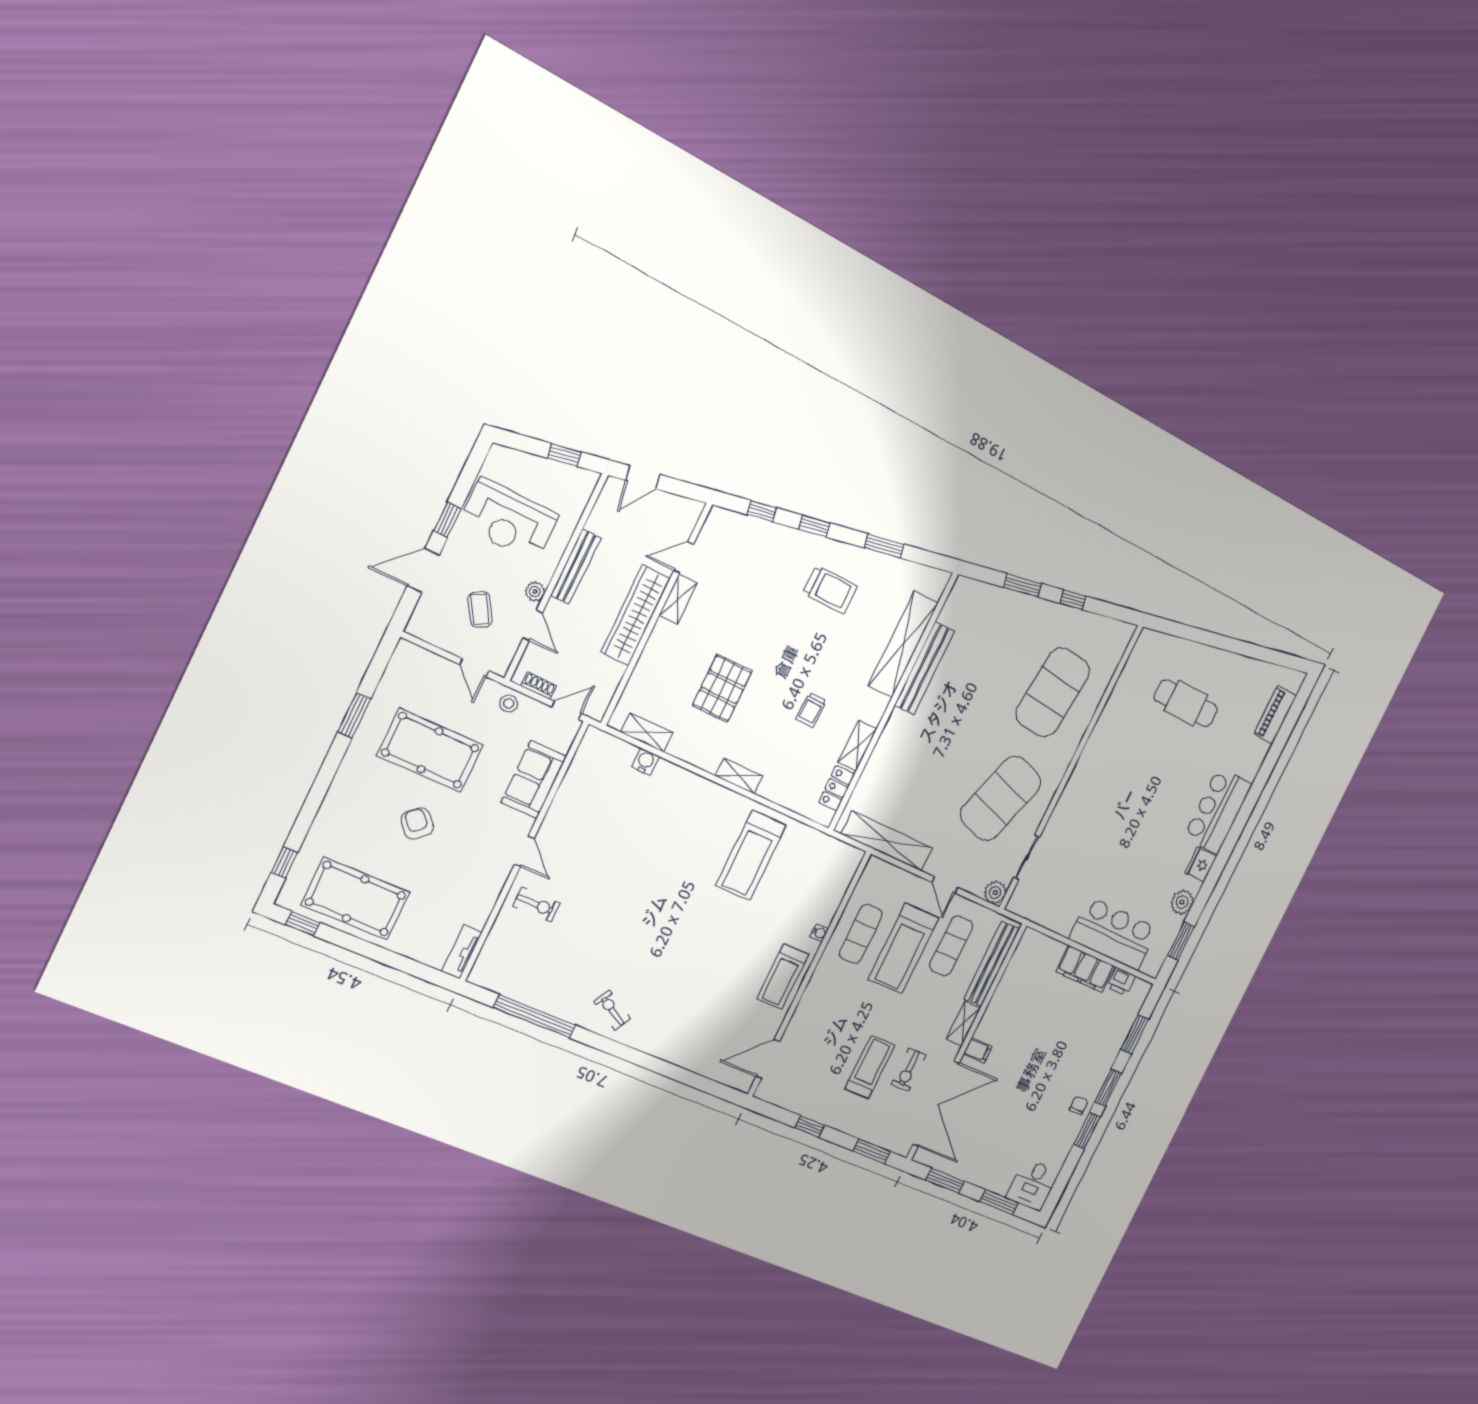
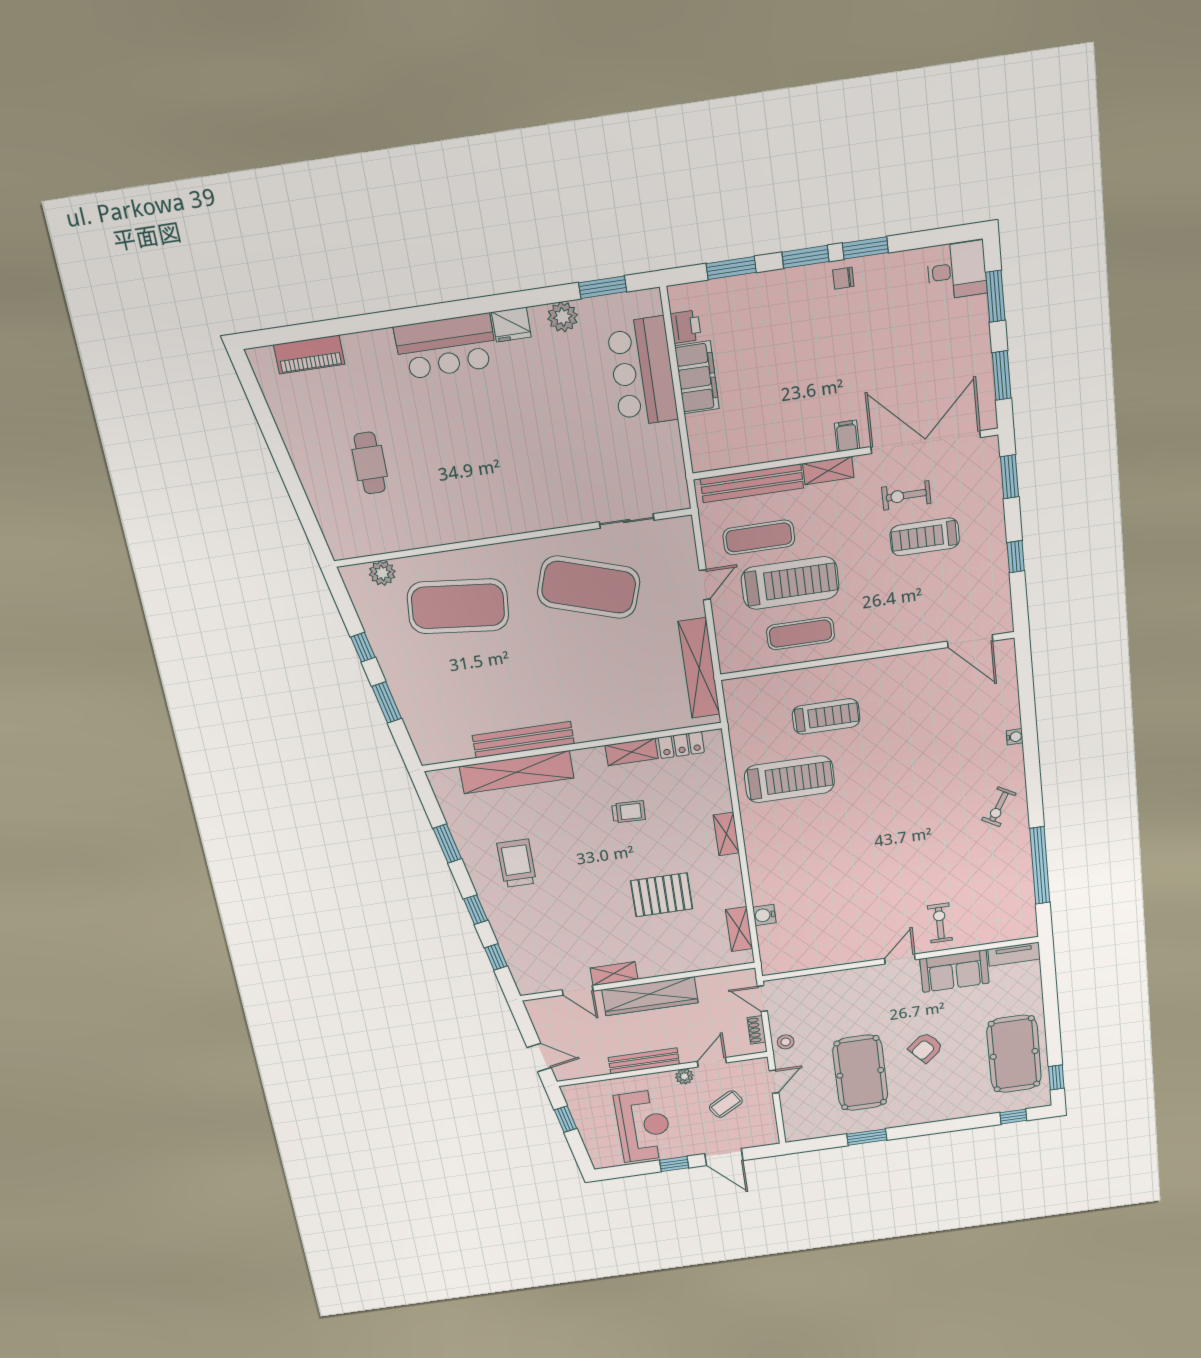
cafe table: (1186, 703) -> (370, 463), width x0.73, depth x0.74
sofa: (534, 779) -> (954, 971), moved
plant: (995, 893) -> (382, 573), moved
water cooler: (819, 933) -> (1015, 737), moved, turned 90
treadmill: (783, 976) -> (826, 716), moved
exercise bike: (909, 1070) -> (906, 495), turned 180

